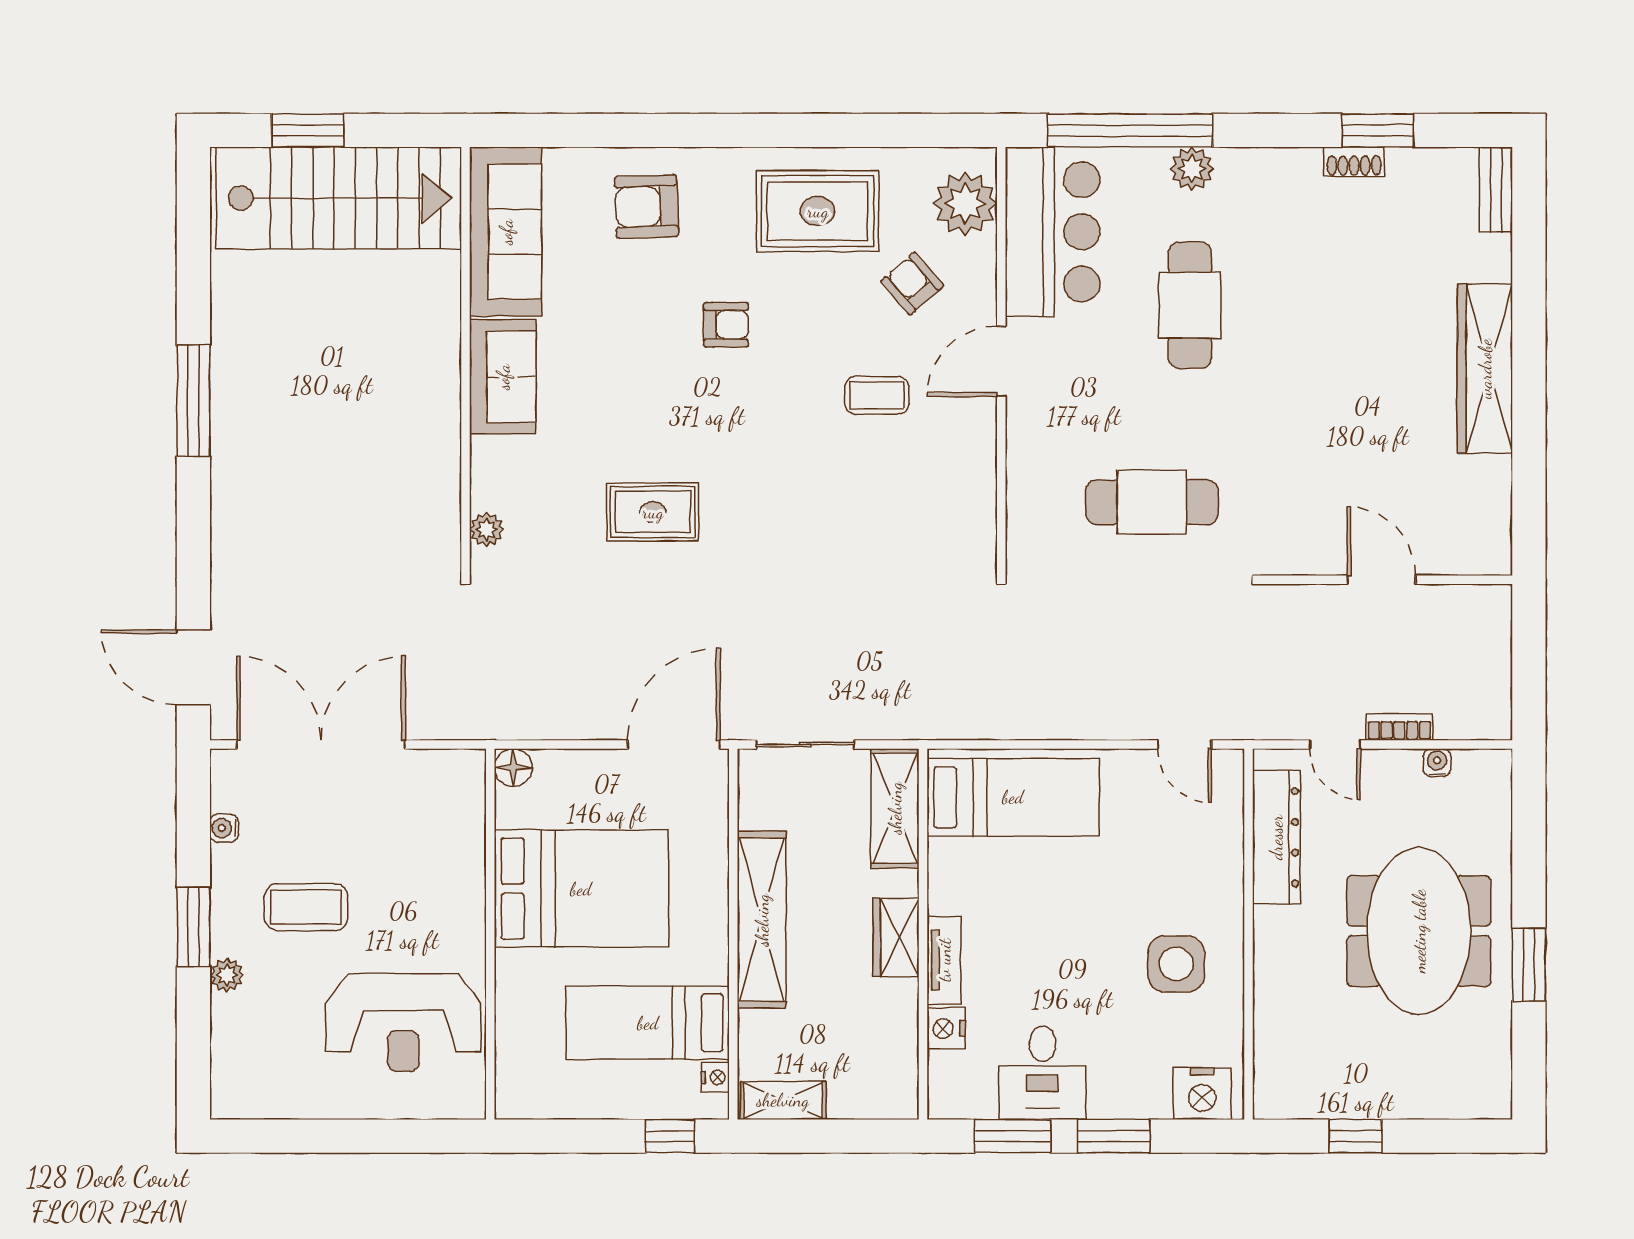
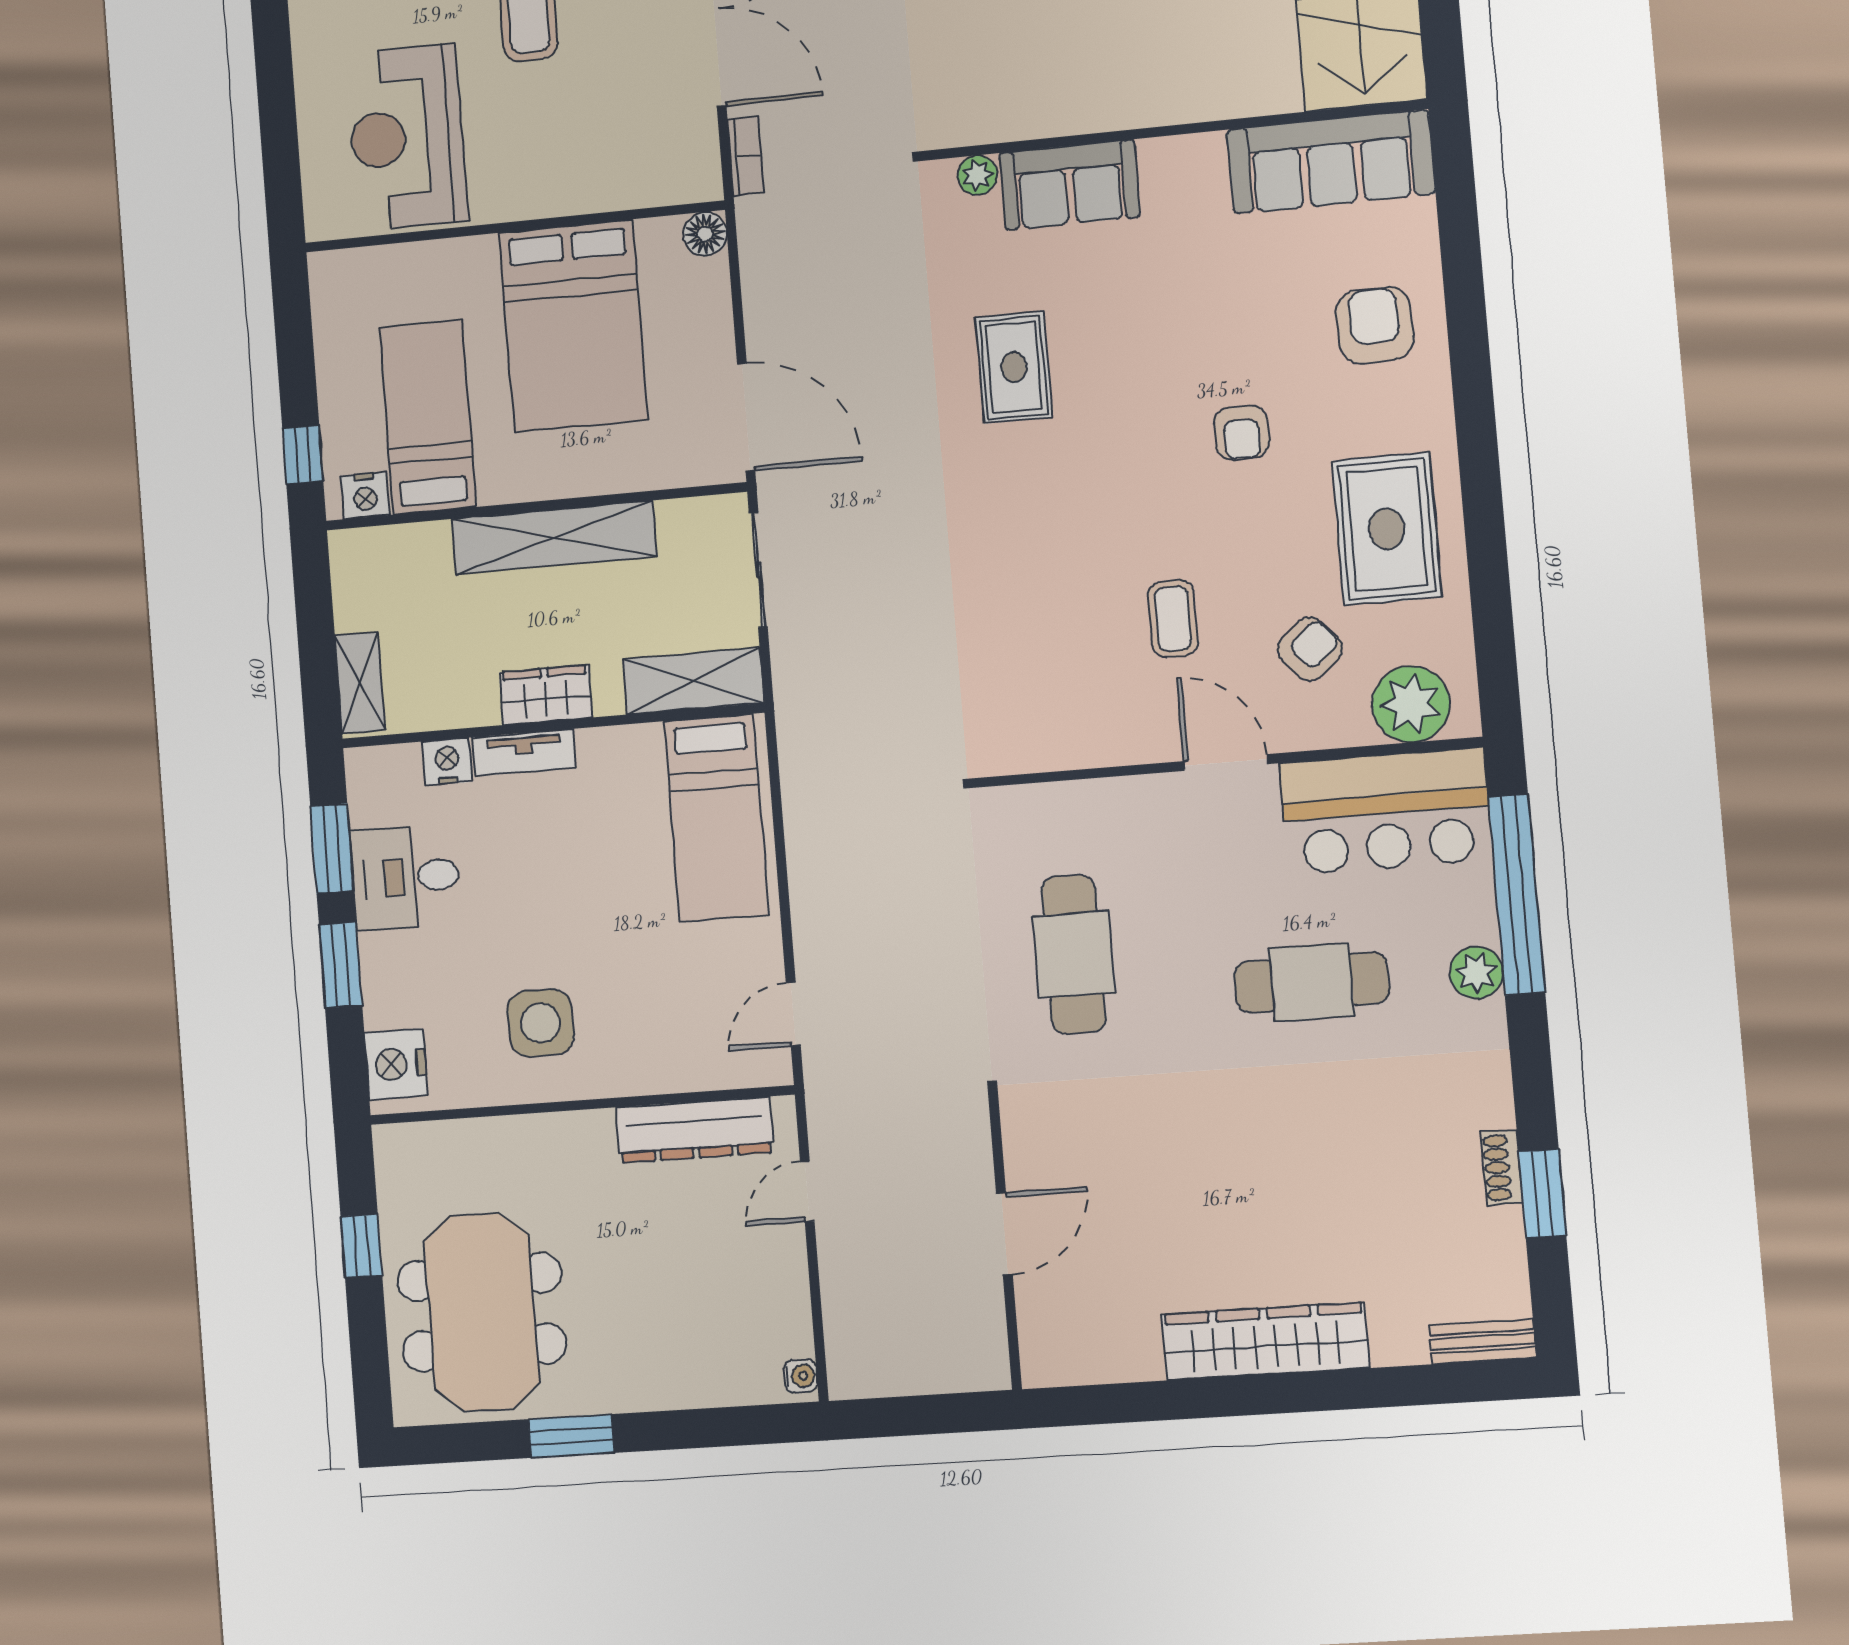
sofa: (503, 377) -> (1070, 185), moved
bookcase: (1399, 727) -> (746, 156), moved
water cooler: (1437, 763) -> (801, 1376), moved
meeting table: (1419, 931) -> (482, 1312), moved, turned 90
nightstand: (715, 1077) -> (365, 495), width x1.39, depth x1.35
shelving: (783, 1100) -> (360, 683), moved

